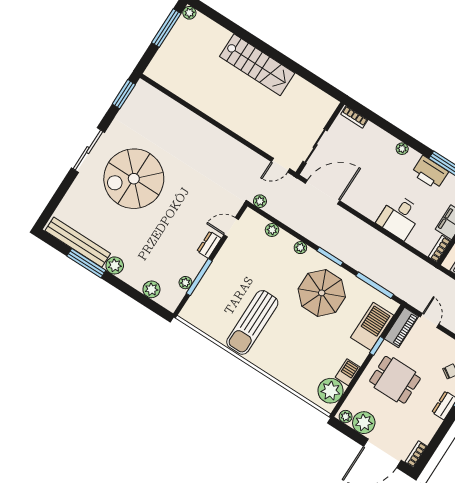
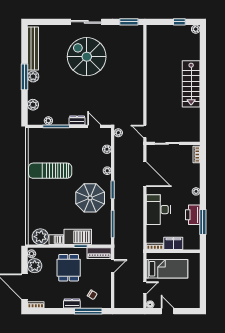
window: (166, 28) -> (179, 22), width x0.46
door: (323, 192) -> (145, 174), moved
desk: (399, 217) -> (158, 210), width x1.37
window: (86, 263) -> (24, 77), moved
barbecue: (372, 326) -> (78, 237), moved

